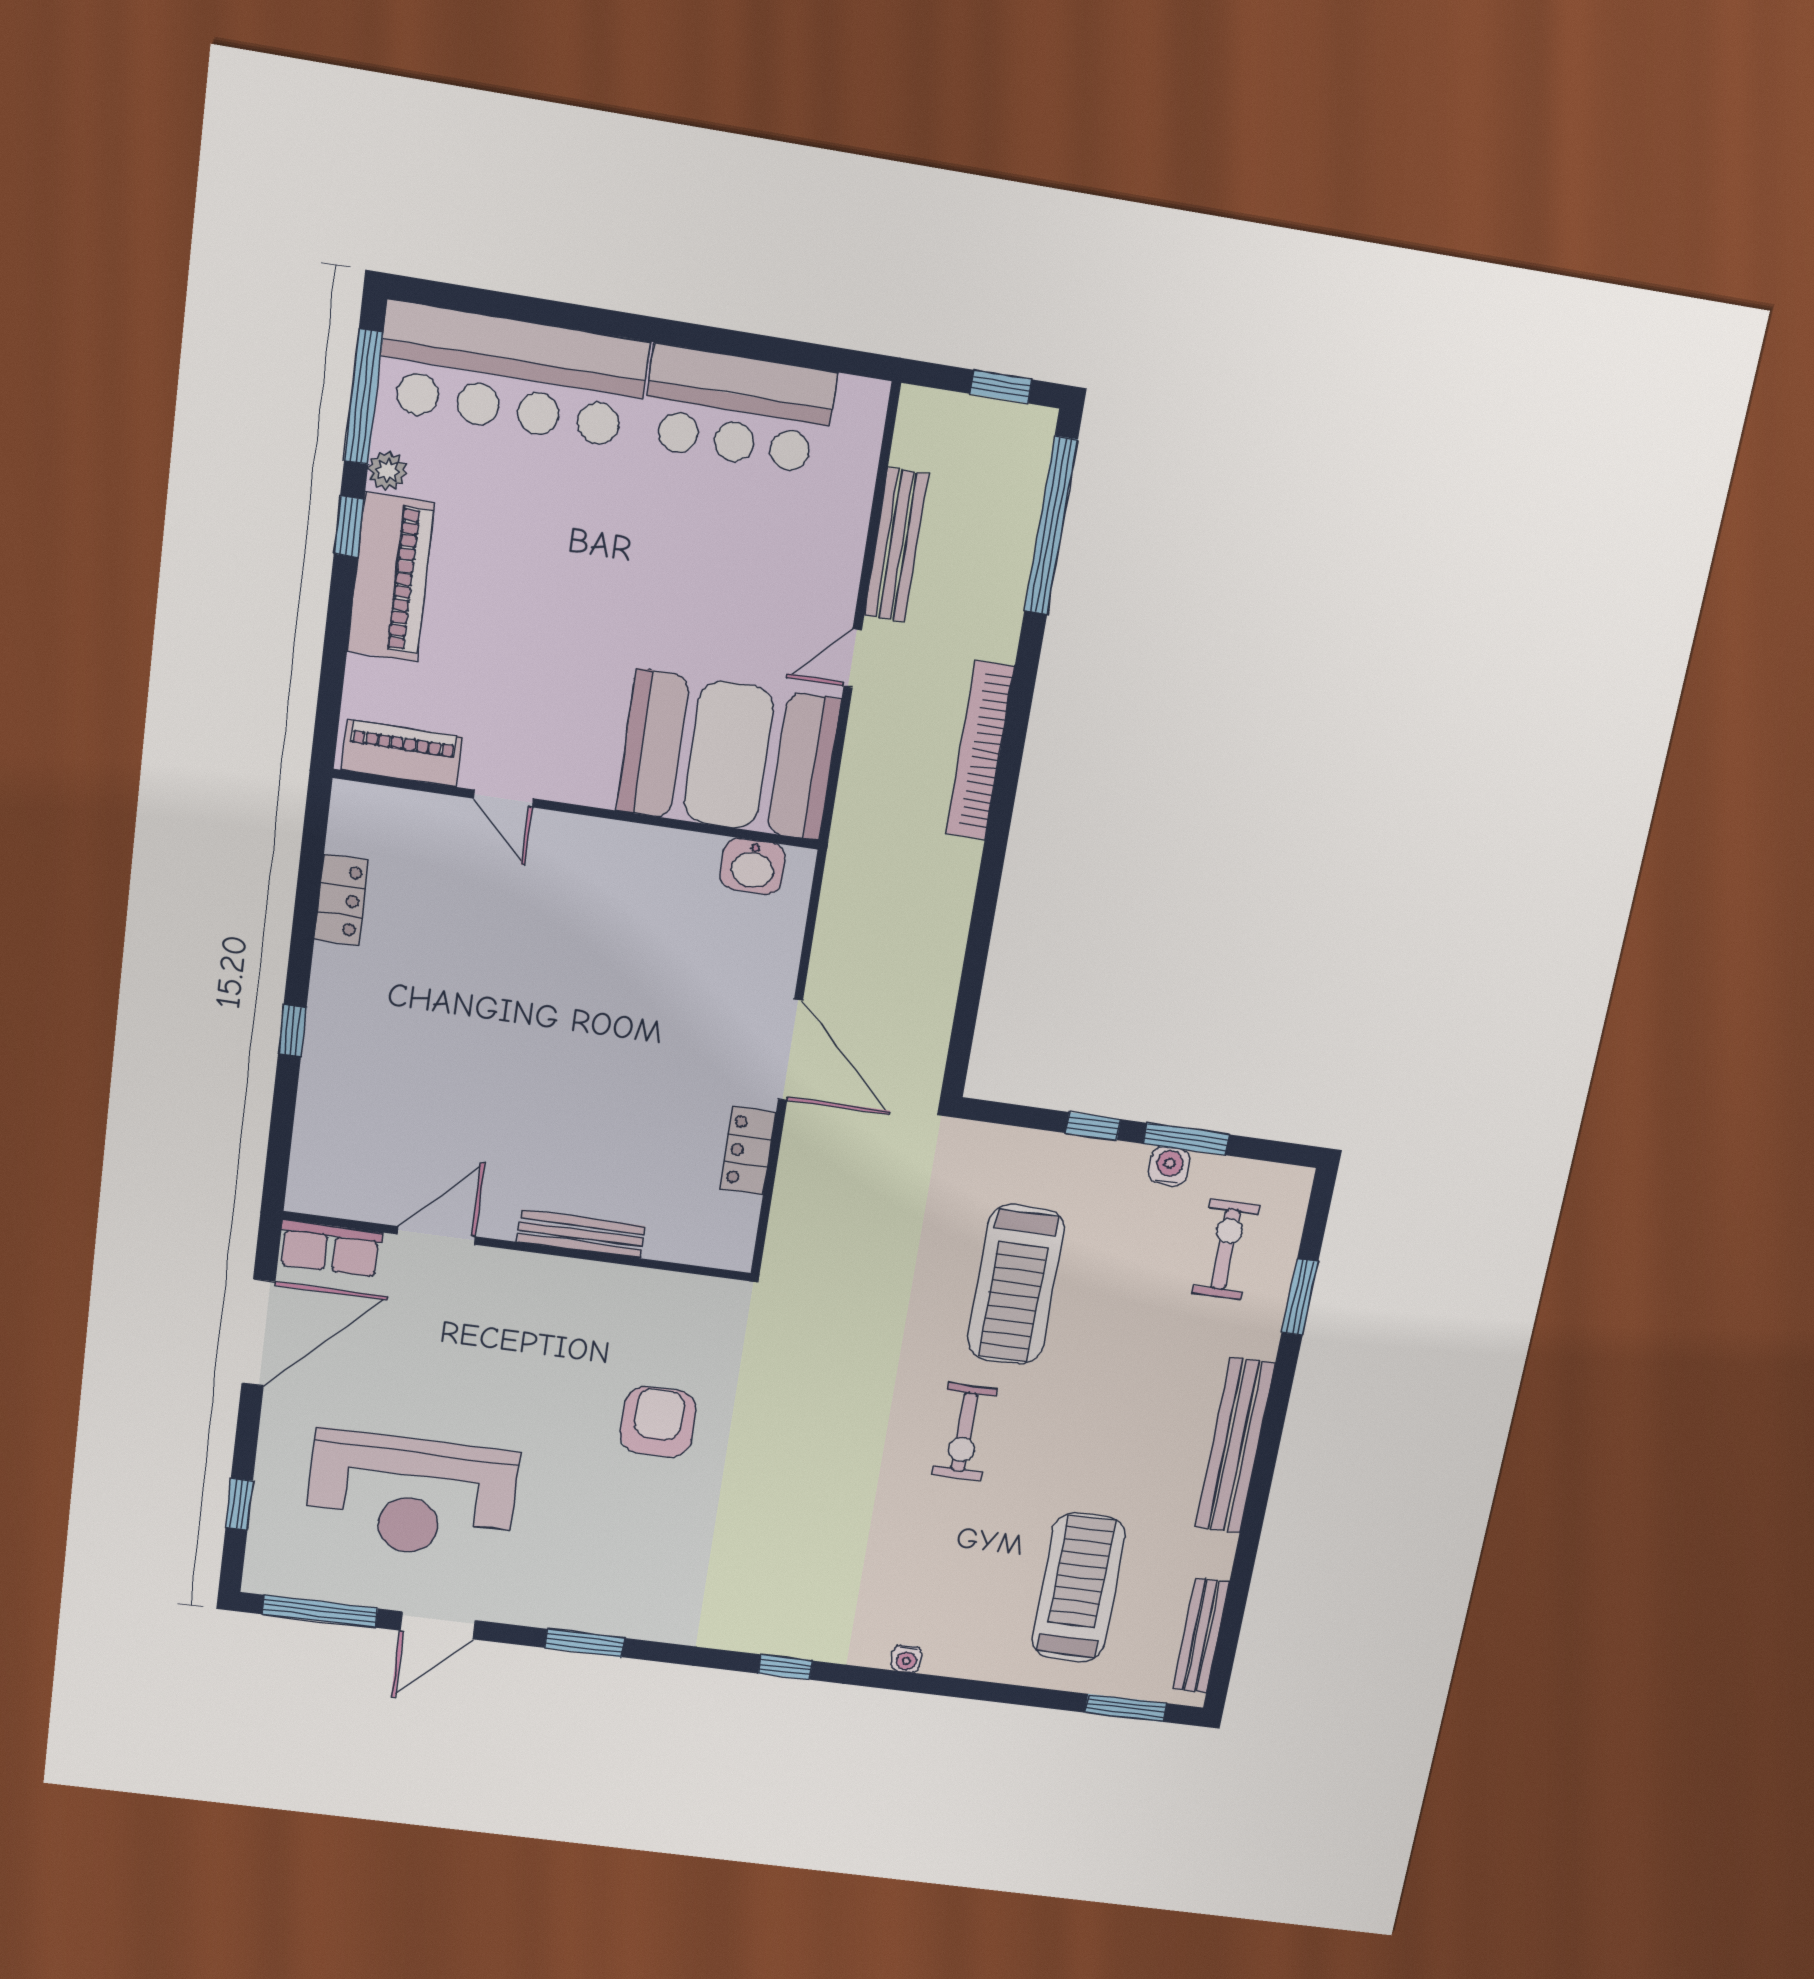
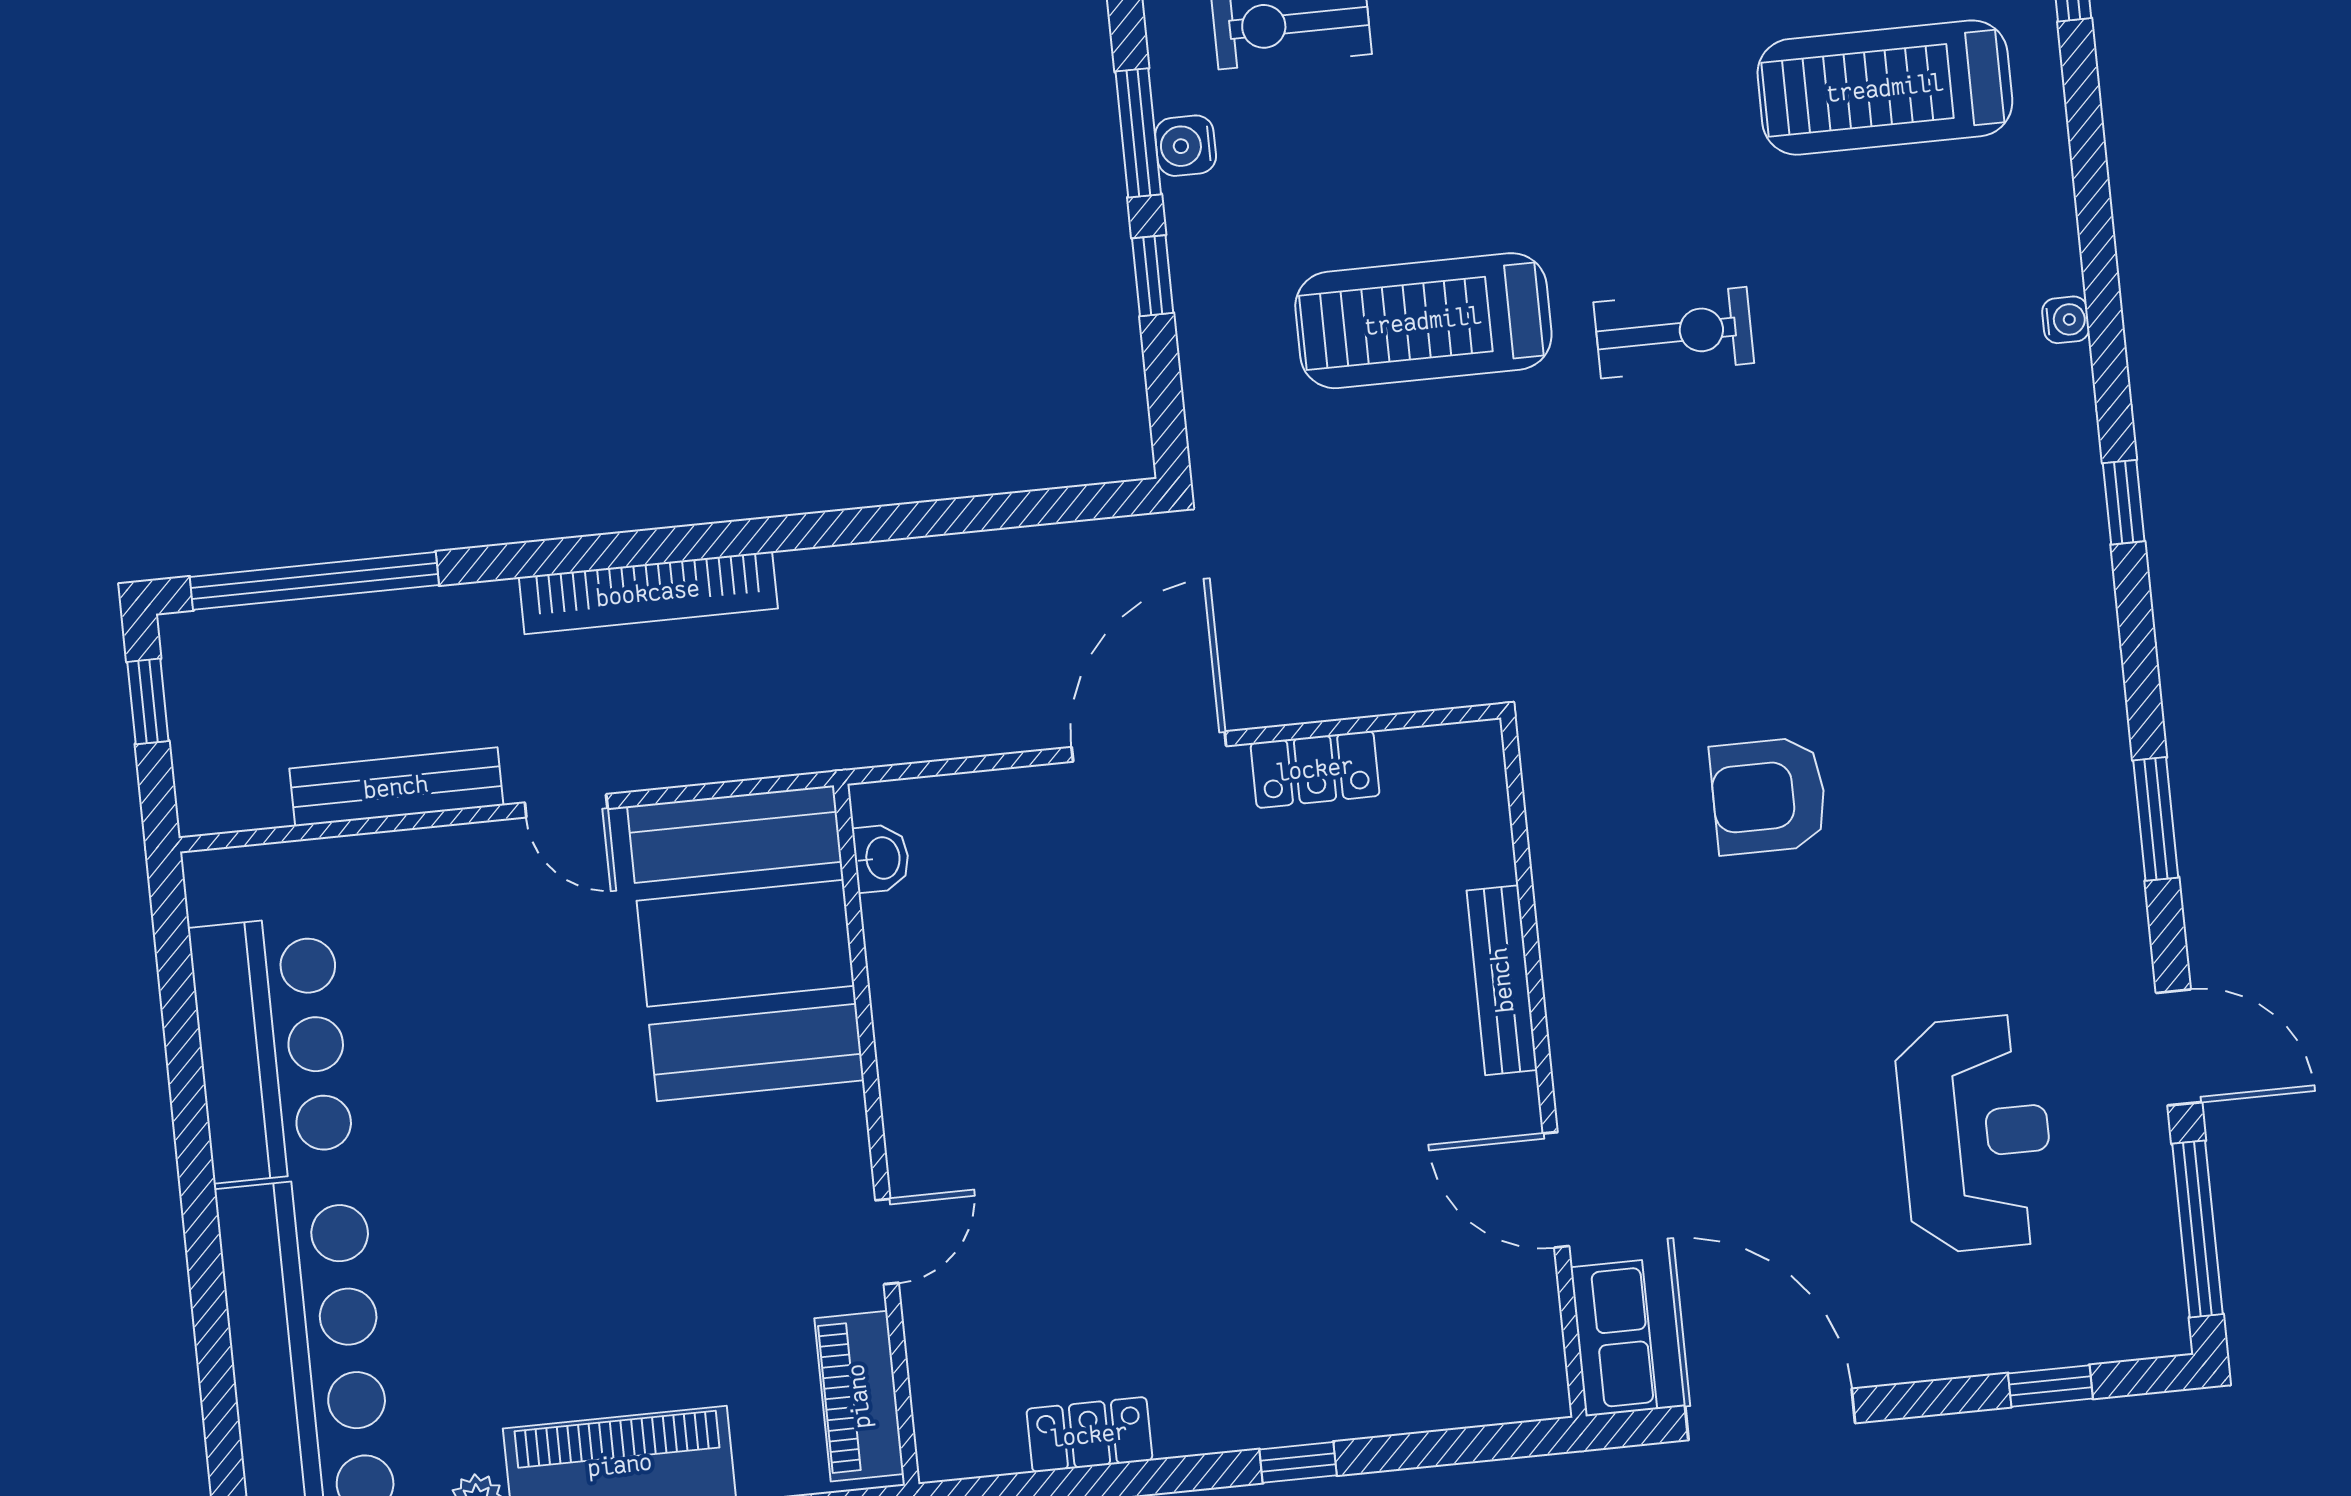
washbasin: (753, 866) -> (881, 858), width x0.72, depth x0.69
treadmill: (1016, 1285) -> (1423, 321), turned 180
reception desk: (412, 1496) -> (1976, 1134), width x0.74, depth x0.77

